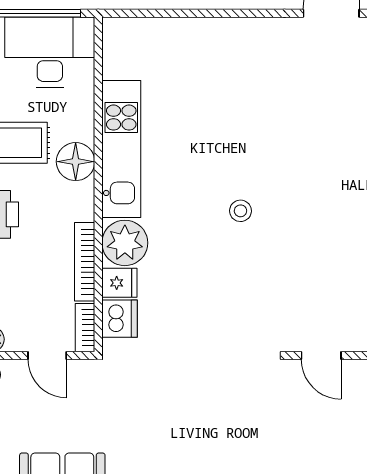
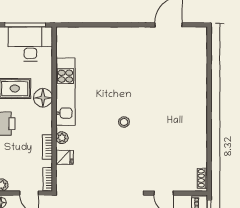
plant: (125, 243) -> (62, 138), width x0.53, depth x0.53
bookcase: (85, 262) -> (47, 147), width x0.64
dishwasher: (120, 319) -> (65, 175), removed

